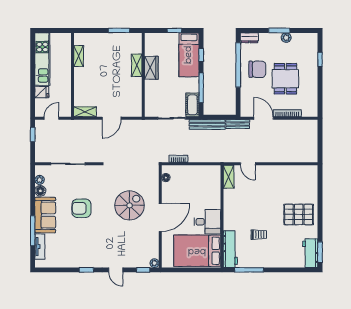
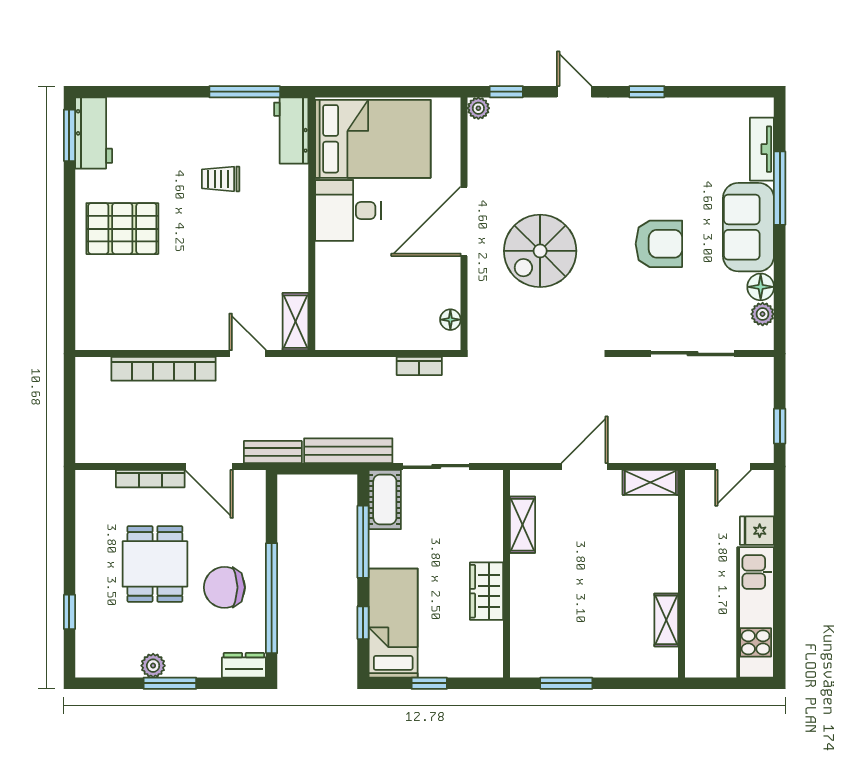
shelving: (137, 65) -> (522, 525), moved
bookcase: (282, 158) -> (163, 369), added
workbench: (230, 249) -> (291, 130), width x0.73

